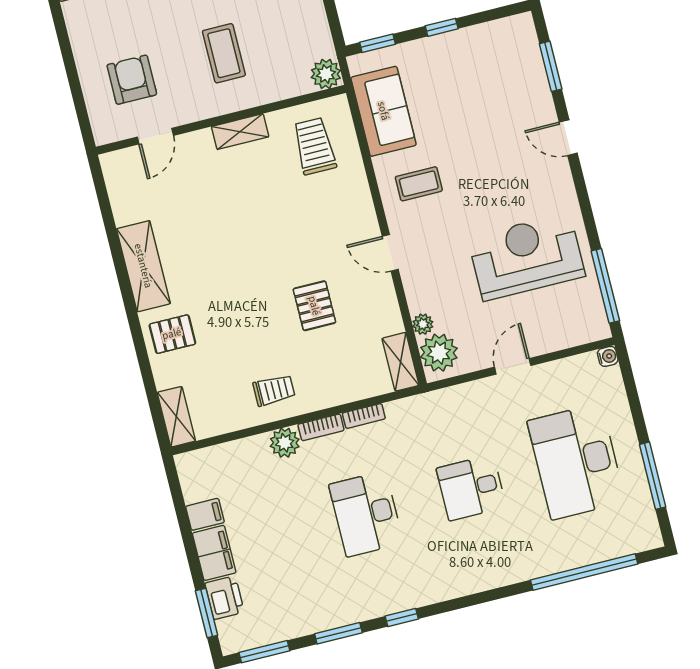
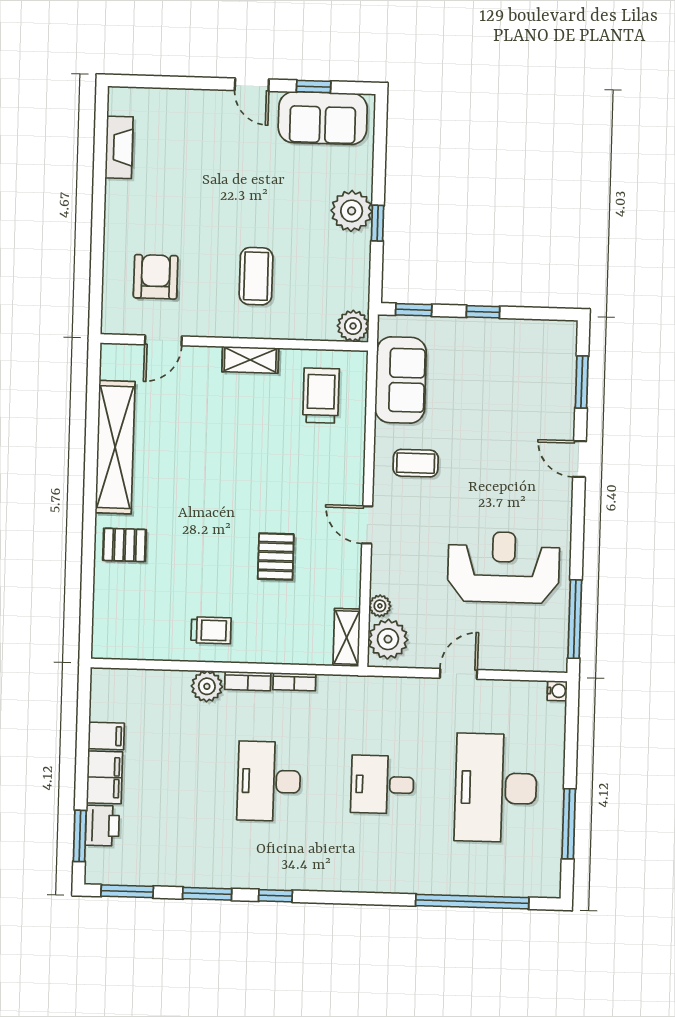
shelving: (143, 266) -> (115, 447), width x1.47
shelving: (176, 417) -> (105, 629), removed

